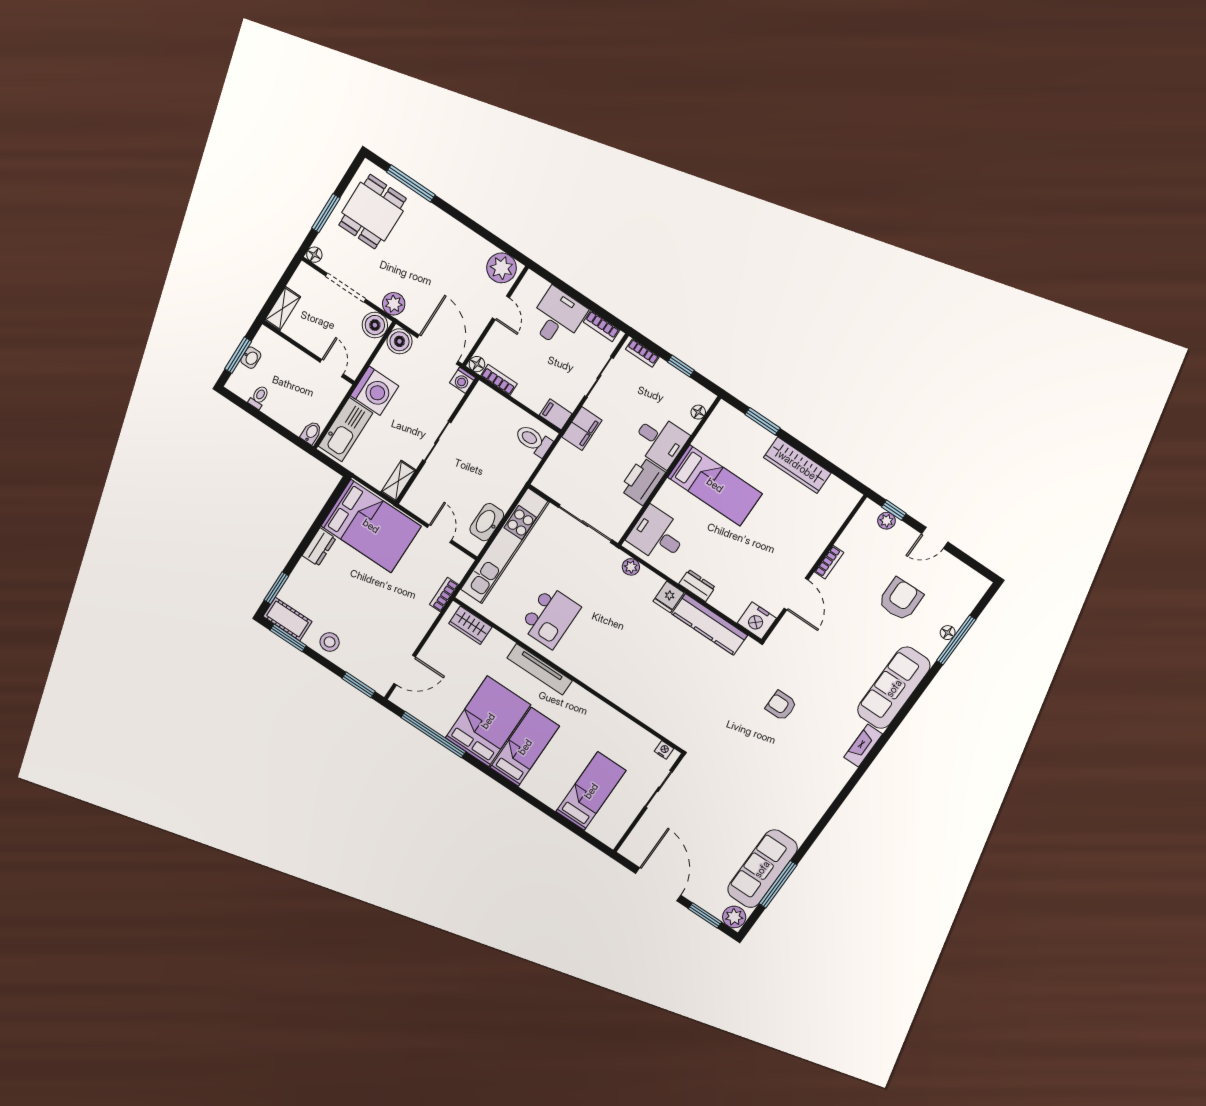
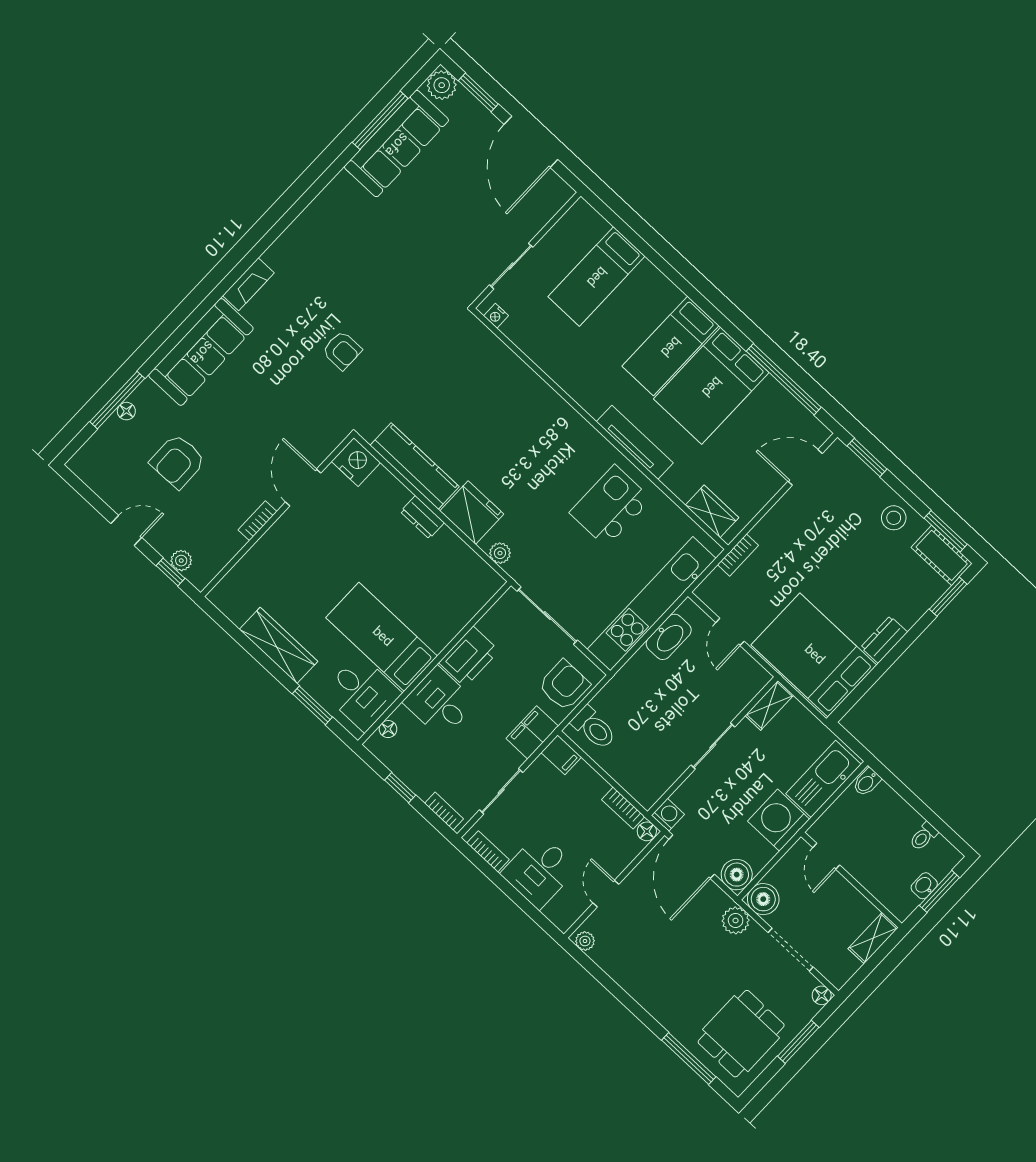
plant: (502, 268) -> (585, 941), width x0.53, depth x0.53
armchair: (563, 471) -> (564, 685), added
desk: (657, 535) -> (362, 693), moved
fridge: (668, 597) -> (472, 513), width x1.88, depth x1.34

